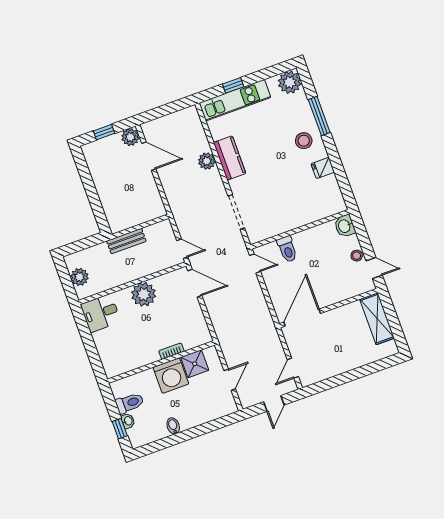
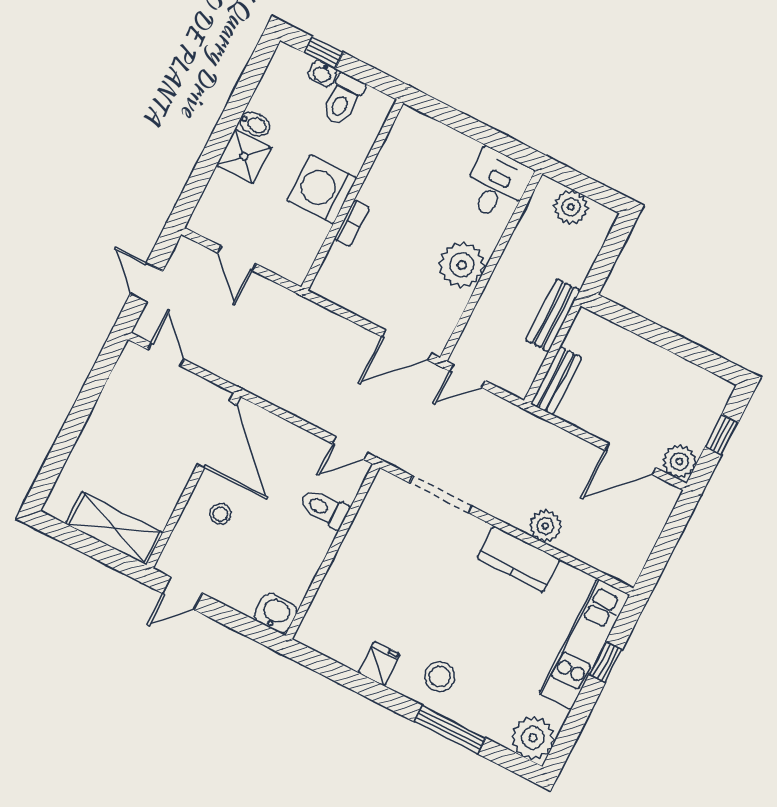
bench: (149, 214) -> (556, 381), added
stool: (357, 256) -> (220, 514), moved
shower: (195, 364) -> (244, 156), moved

